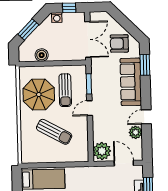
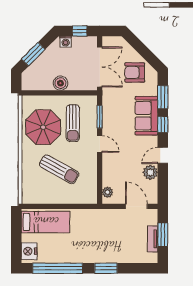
boiler: (42, 55) -> (60, 83), moved
sofa: (131, 82) -> (146, 116), width x0.73
window: (146, 89) -> (163, 124), added
door: (90, 108) -> (100, 144), swing flipped
plant: (102, 151) -> (107, 192), width x0.53, depth x0.53

